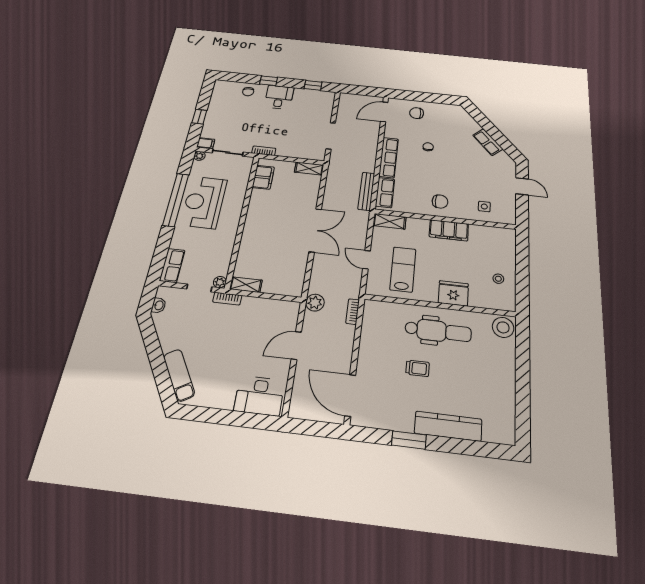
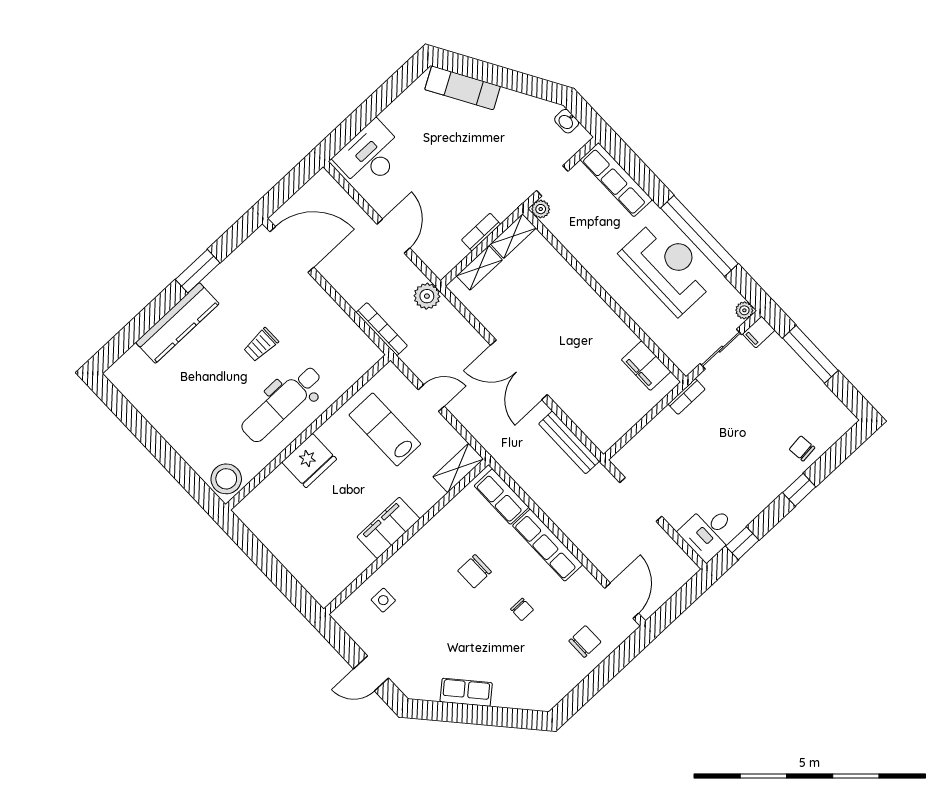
desk: (279, 97) -> (709, 532), moved, turned 90
window: (199, 117) -> (810, 354), width x2.17
shelving: (309, 169) -> (479, 268), moved
bench: (366, 191) -> (569, 442), moved
chair: (440, 202) -> (475, 571), moved
row of seats: (172, 265) -> (616, 180), width x1.48
lab bench: (403, 269) -> (385, 429), turned 180
stool: (498, 279) -> (283, 528), removed
bookcase: (227, 299) -> (481, 232), moved
bookcase: (353, 312) -> (382, 329), width x1.56

